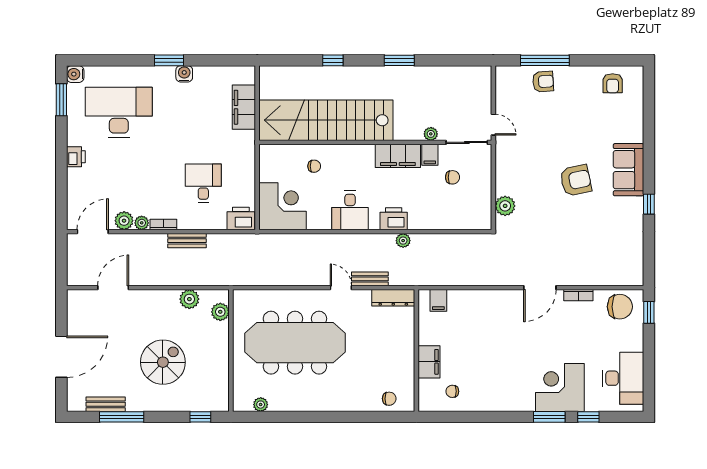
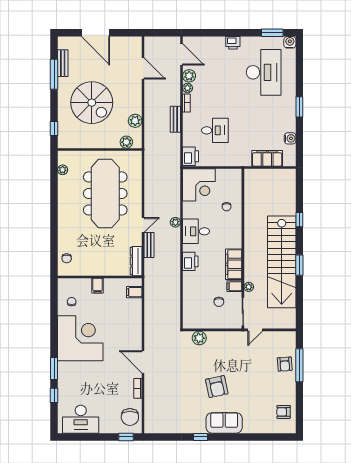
water cooler: (184, 74) -> (290, 138), moved
stairs: (326, 120) -> (282, 262), moved, turned 180
plant: (403, 241) -> (175, 222), moved
spiral stairs: (163, 362) -> (92, 103), width x1.37, depth x1.37
filing cabinet: (429, 362) -> (98, 286), width x0.50
corner desk: (560, 388) -> (80, 338), moved, width x1.36, depth x1.36

